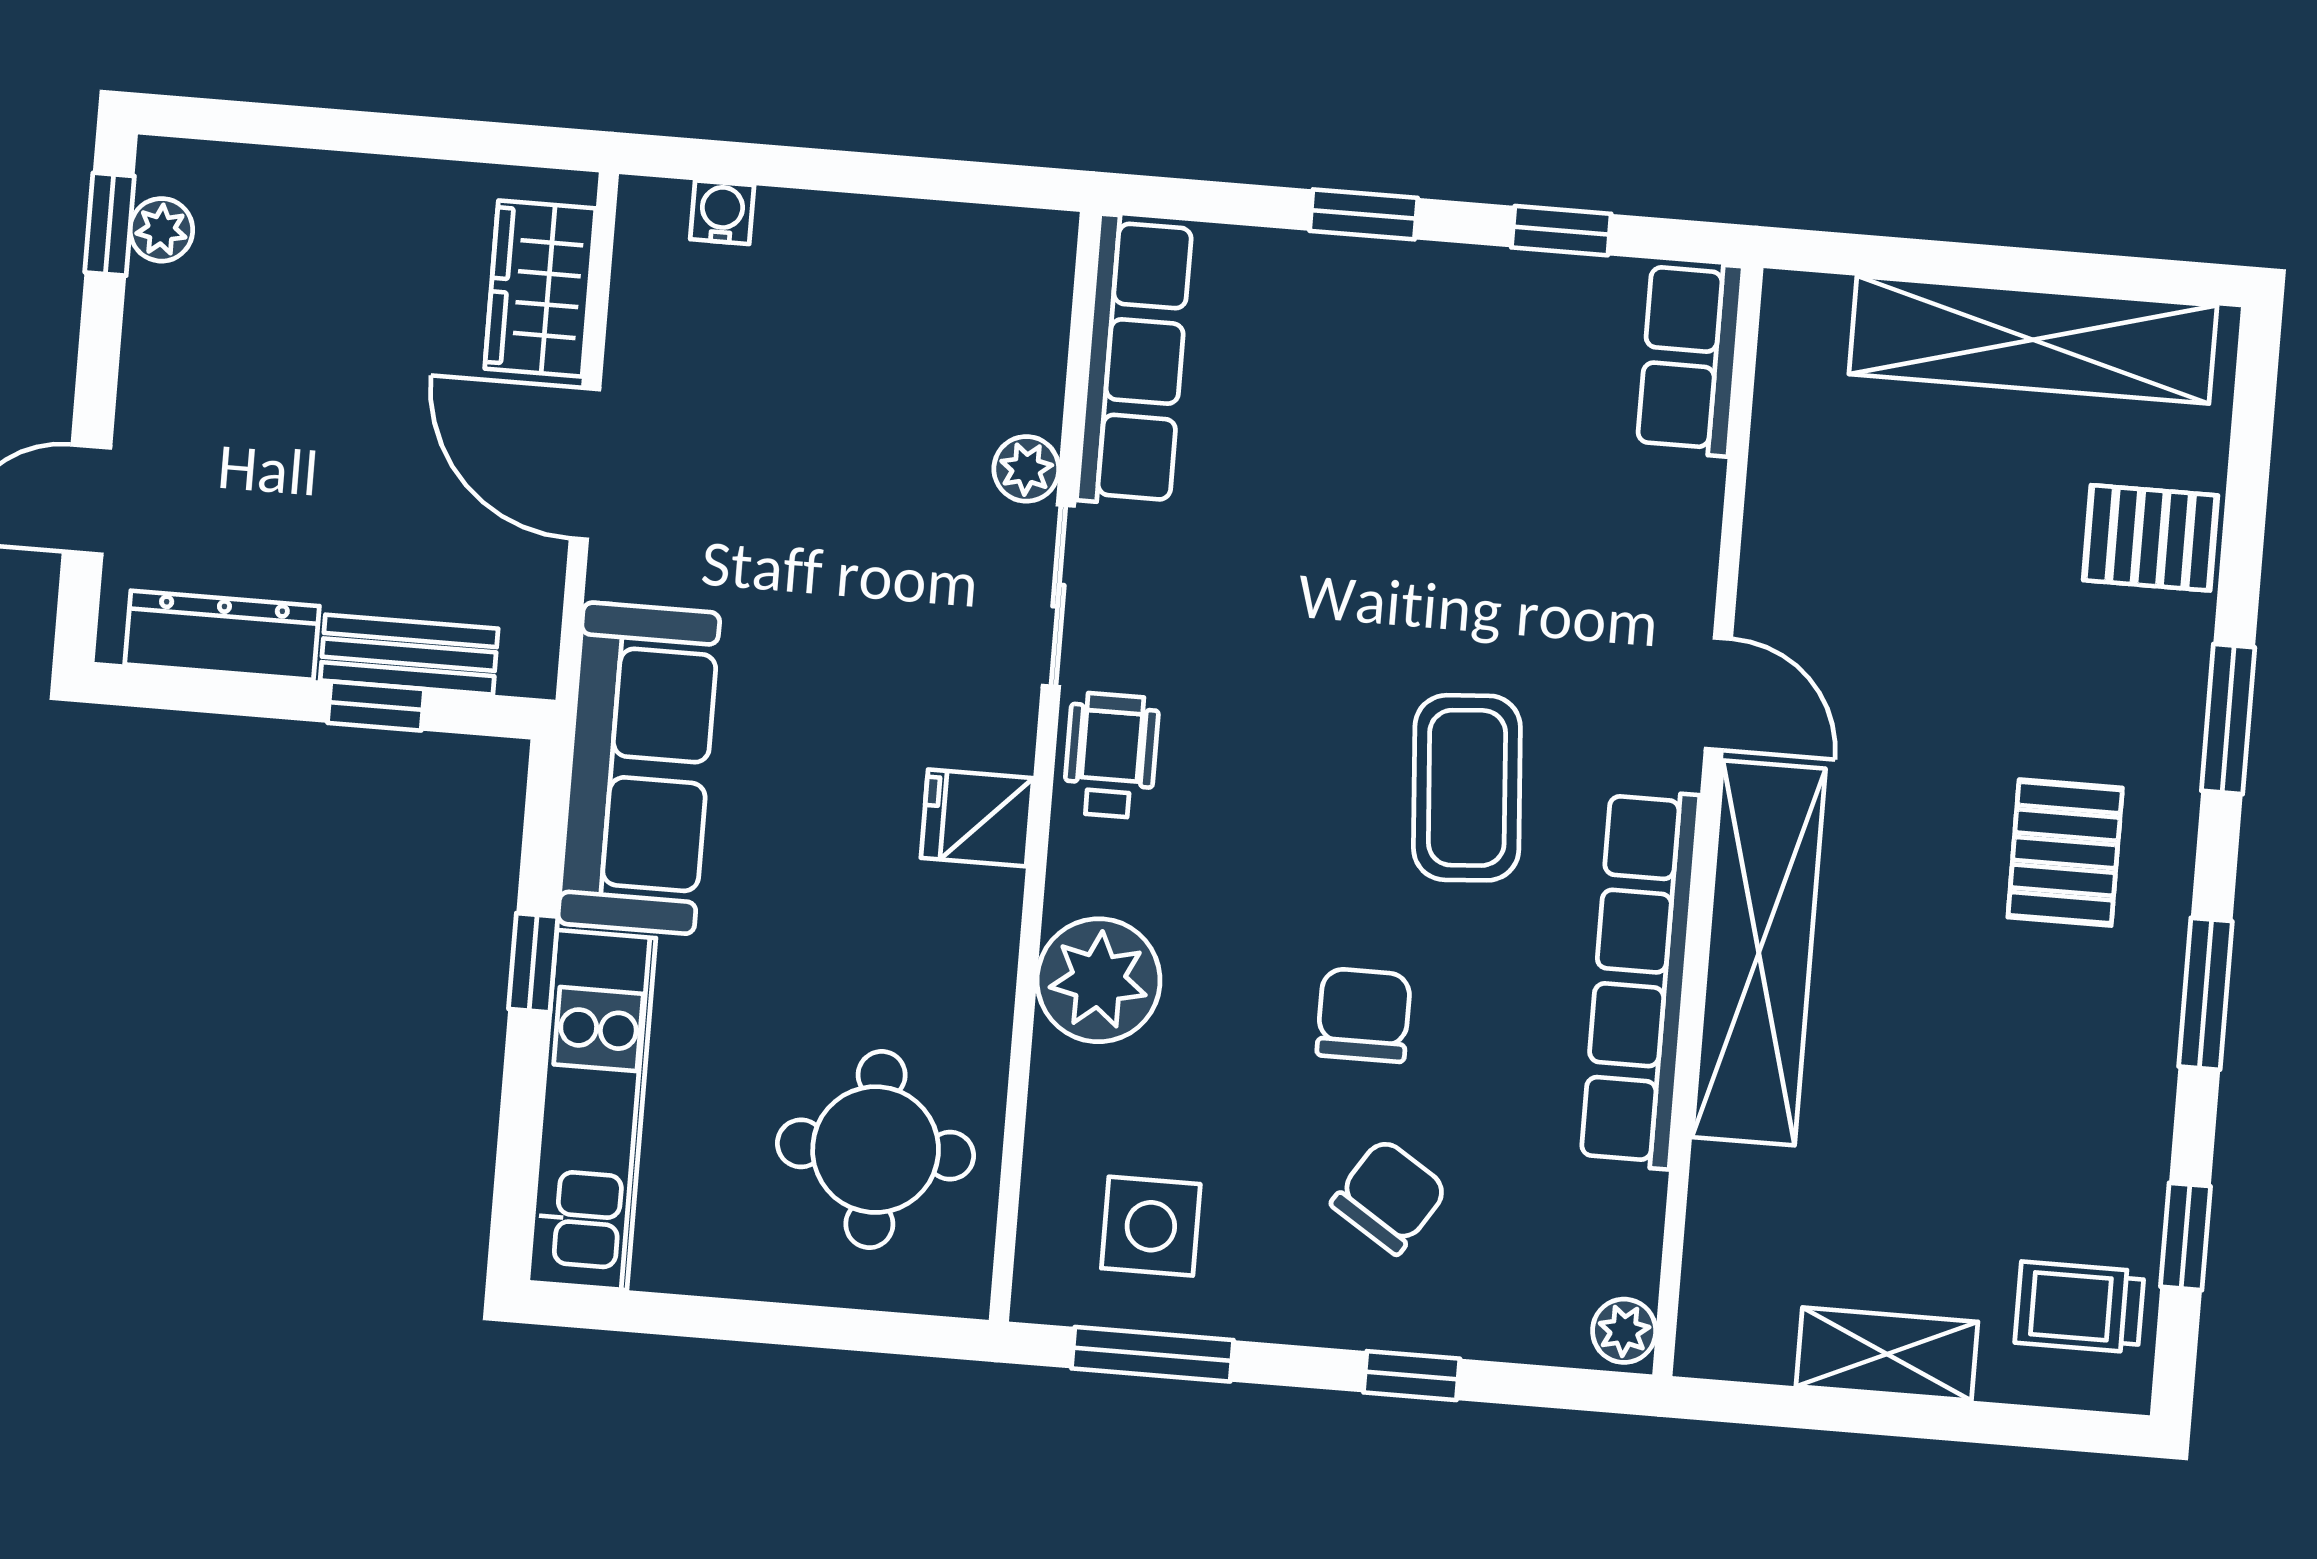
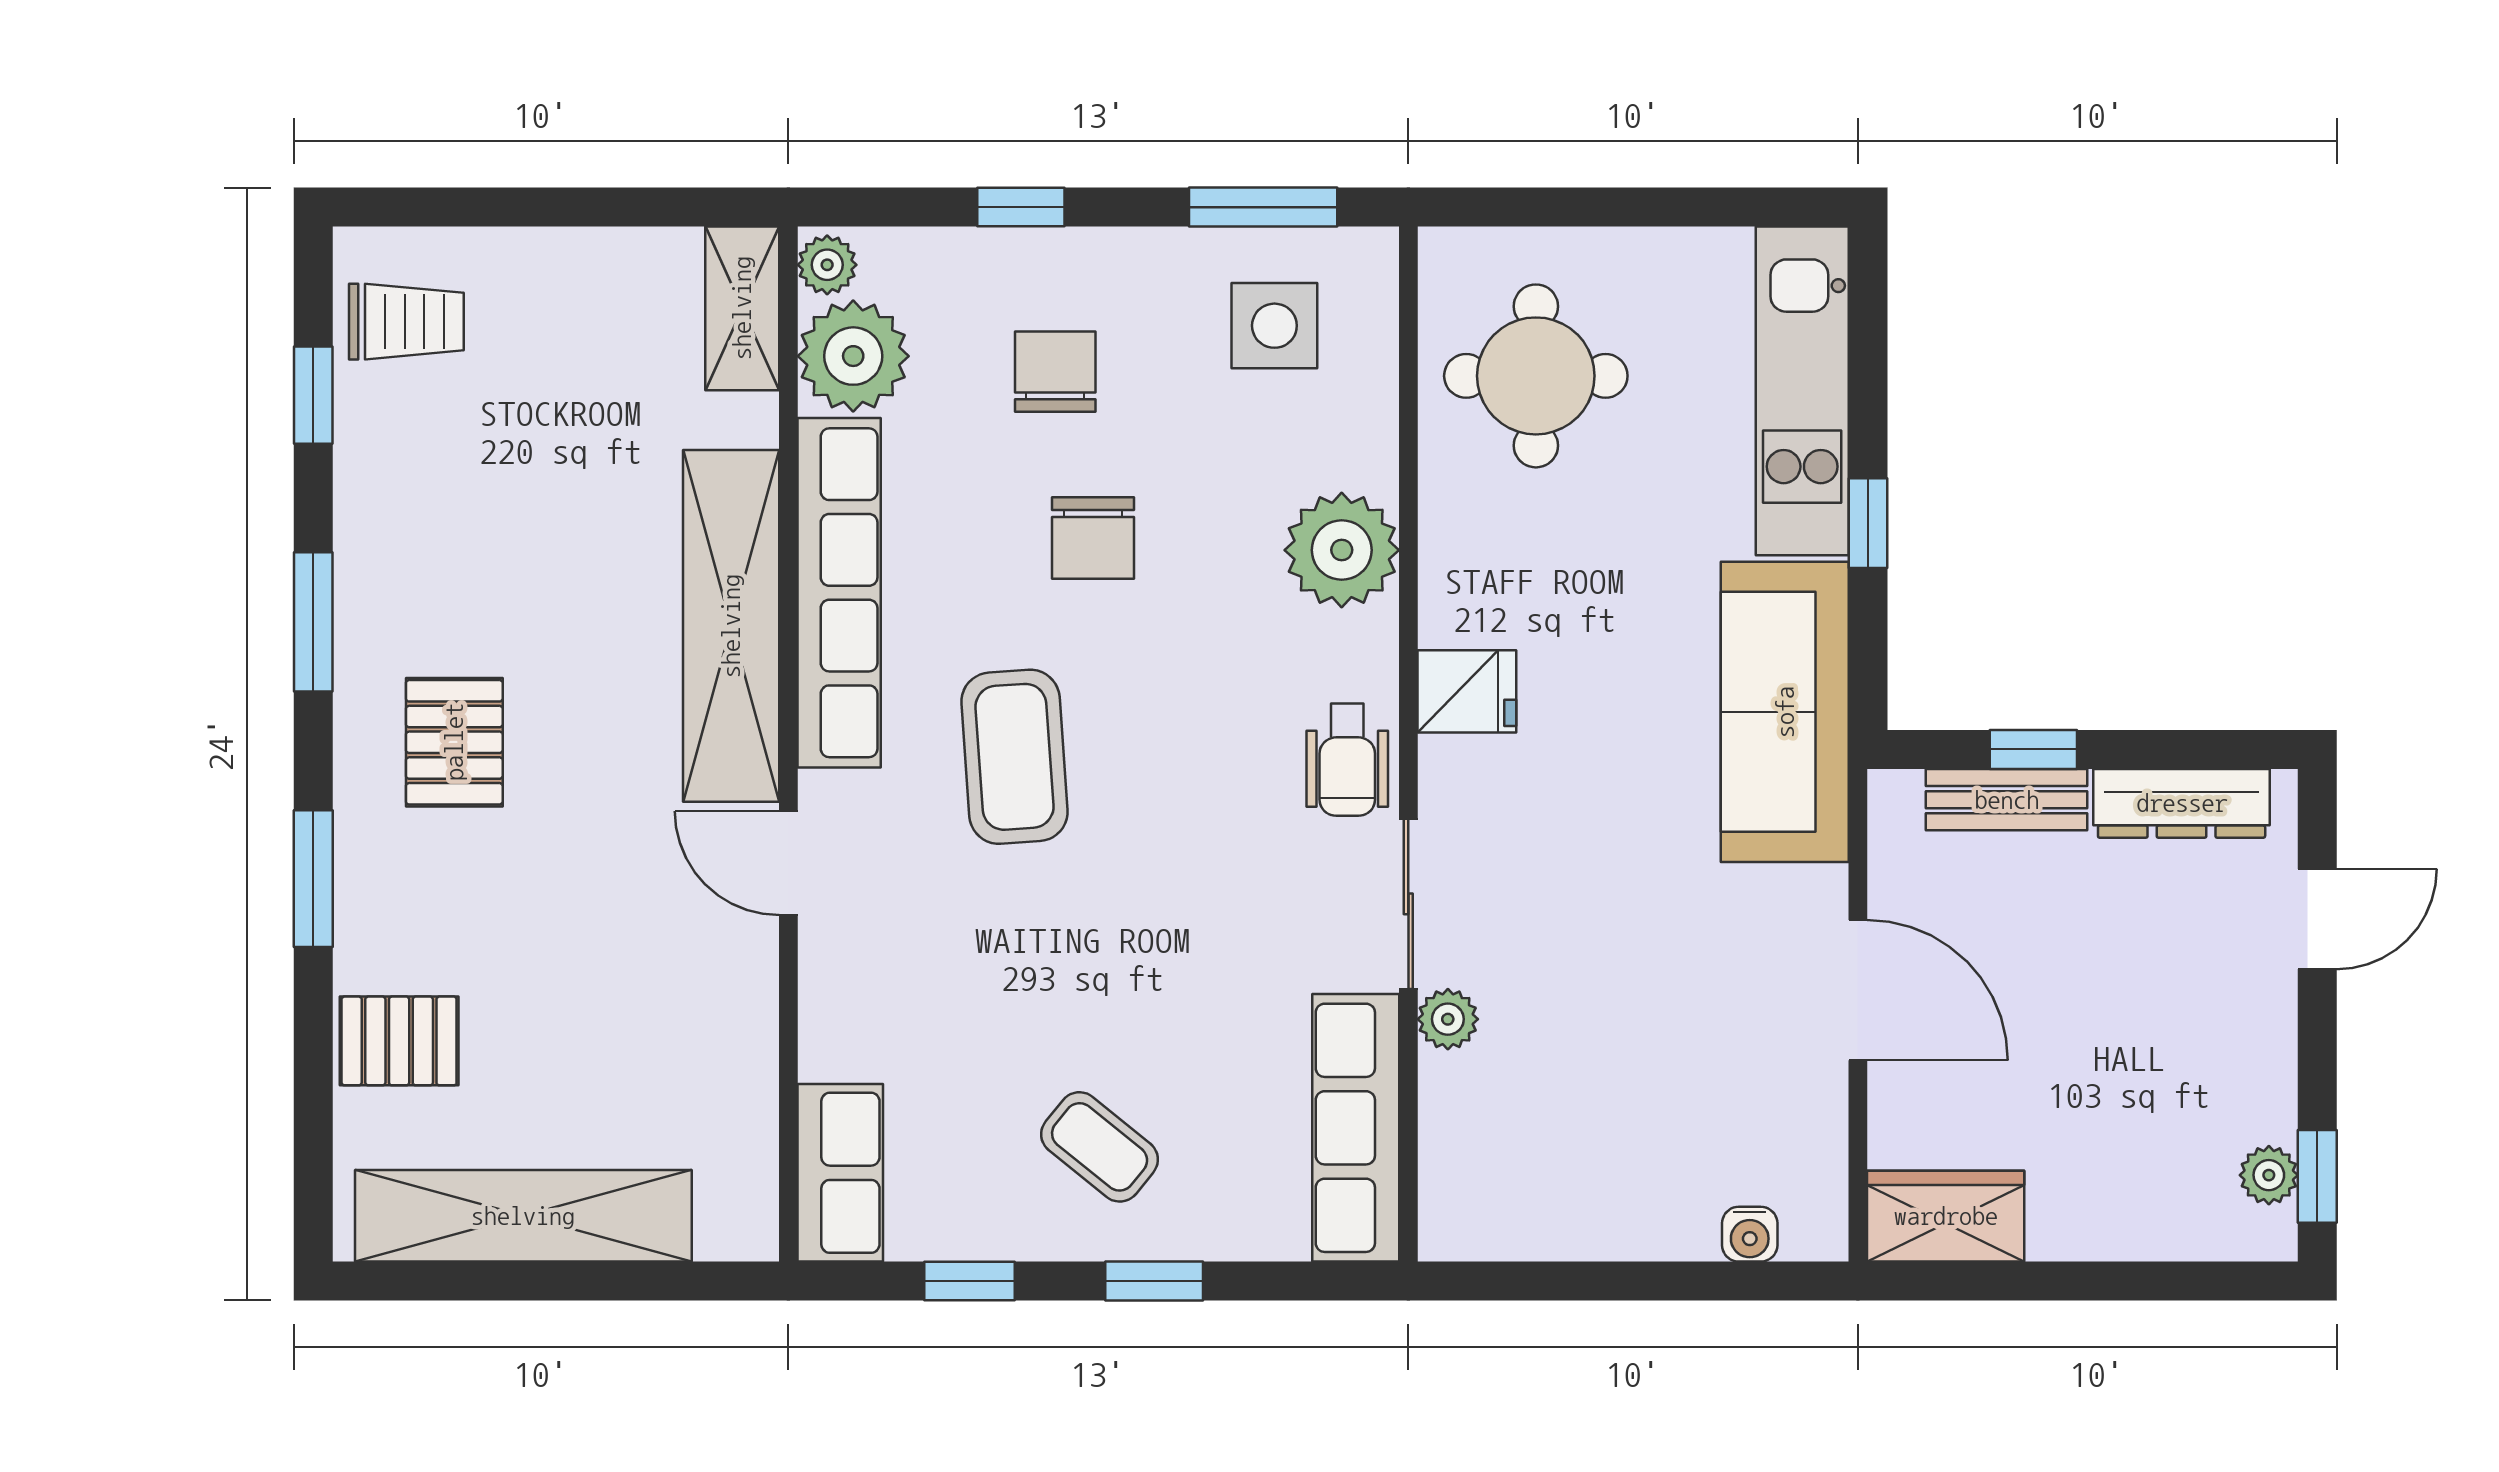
wardrobe: (540, 289) -> (1946, 1216), moved, turned -90
coffee table: (1410, 363) -> (1100, 1147), added
chair: (1389, 1196) -> (1055, 372), turned 147
plant: (1604, 1231) -> (853, 356), added
shelving: (1887, 1354) -> (742, 308), moved, turned 90

